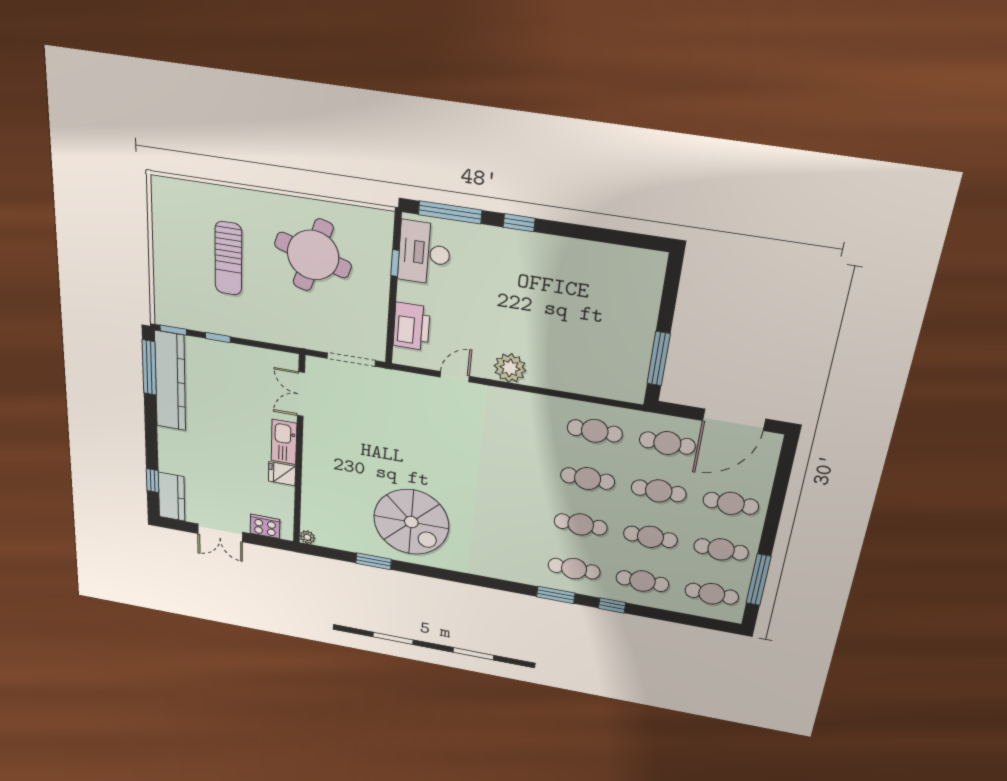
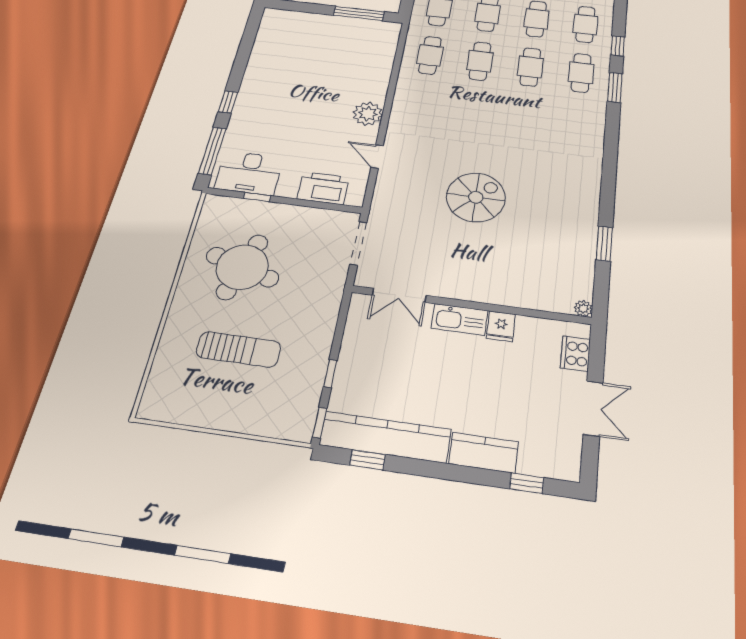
window: (149, 367) -> (367, 460), width x0.46
kitchen counter: (172, 497) -> (484, 453), moved
spiral stairs: (411, 522) -> (476, 197), moved, width x0.73, depth x0.73

